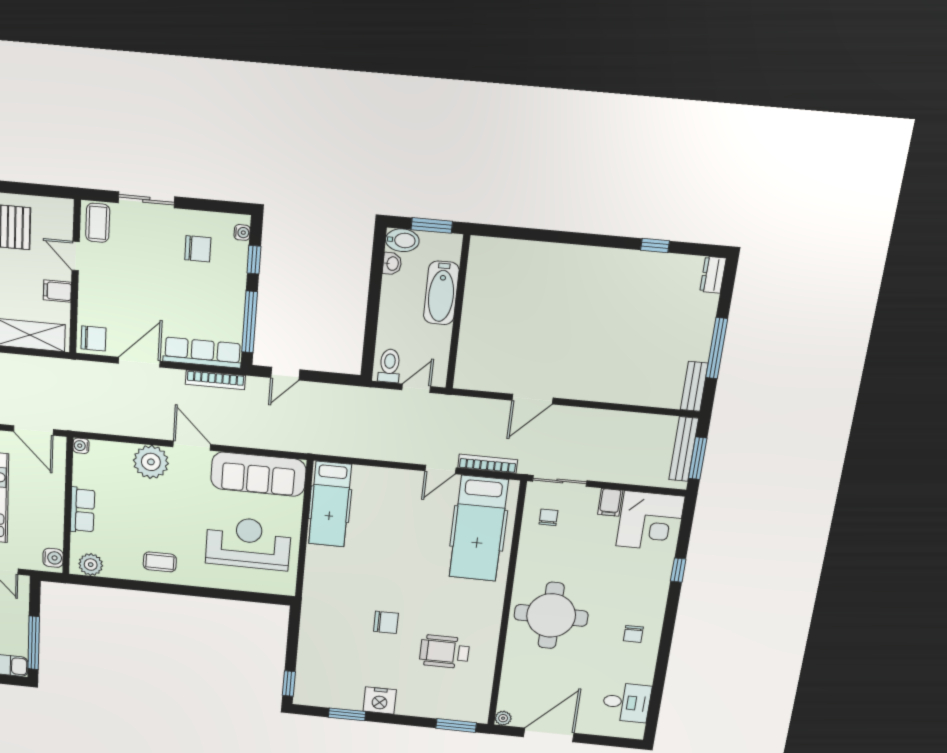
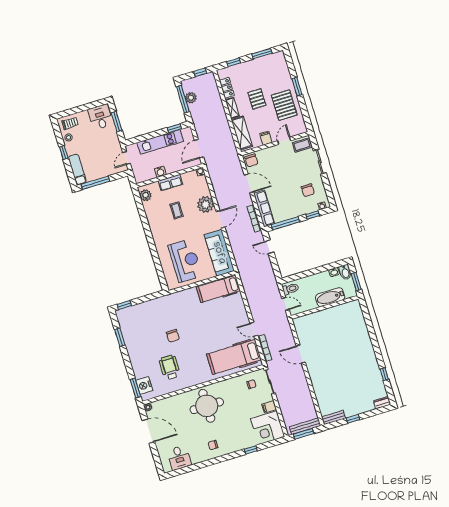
window: (717, 348) -> (353, 419), width x0.46
water cooler: (53, 558) -> (160, 172), moved
coffee table: (160, 562) -> (177, 210), moved
nightstand: (380, 701) -> (144, 385), moved

